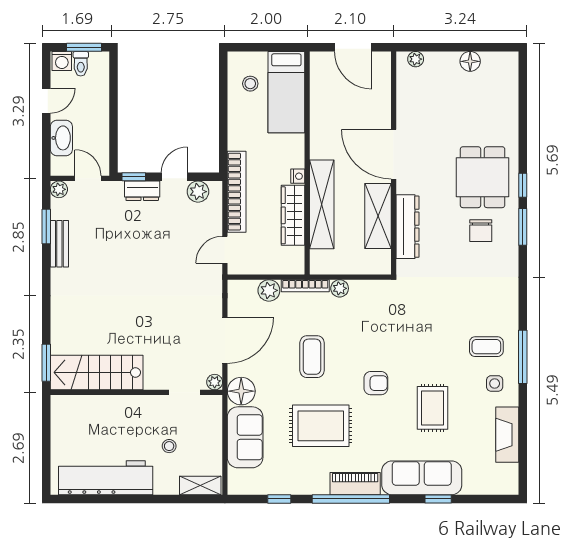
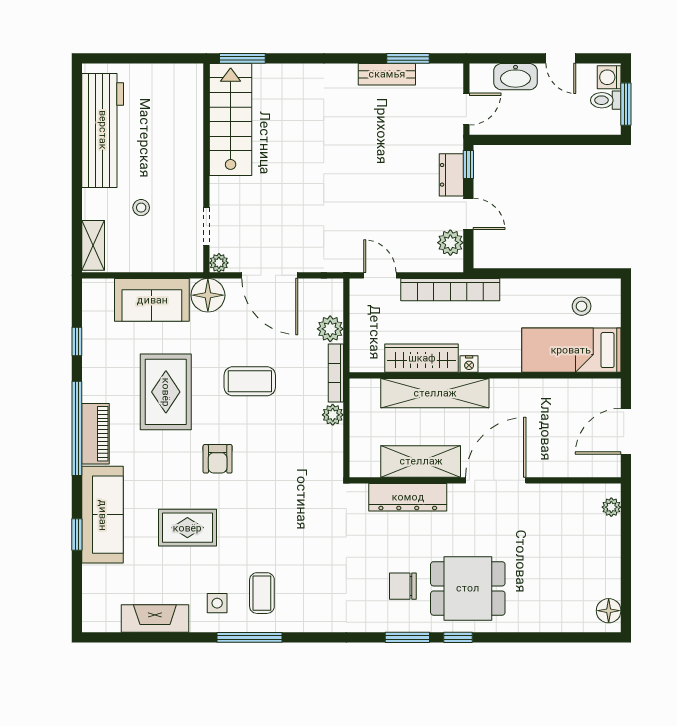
floor lamp: (470, 61) -> (609, 611), moved
plant: (59, 189) -> (453, 74), removed

